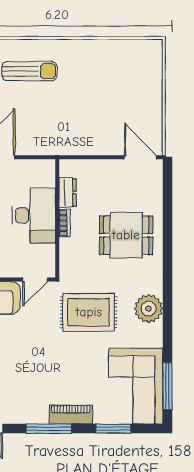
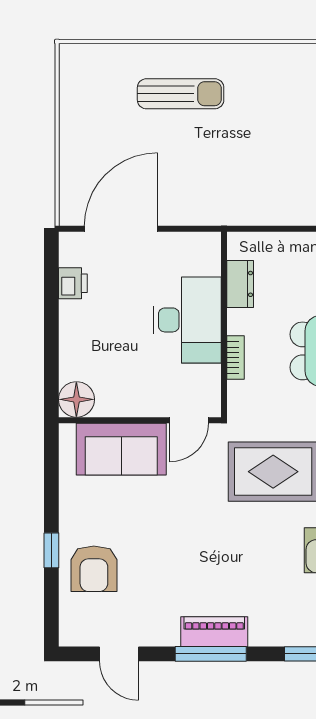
bookcase: (65, 223) -> (236, 357), moved
piano: (71, 414) -> (214, 632), moved

